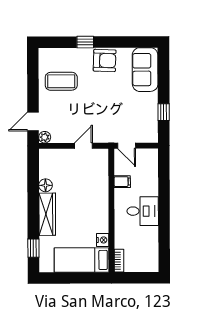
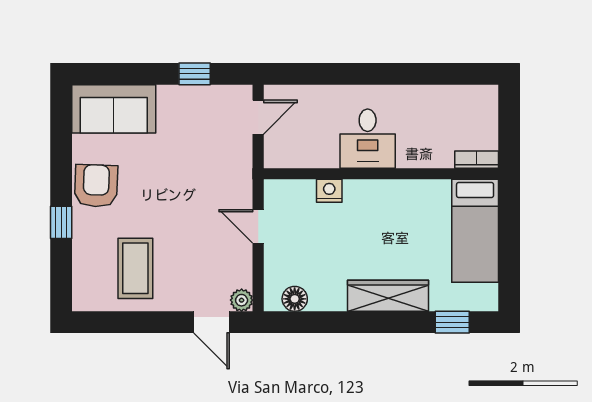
door: (127, 146) -> (258, 117), moved
filing cabinet: (122, 182) -> (326, 153), removed
floor lamp: (45, 185) -> (295, 299), moved
desk: (143, 211) -> (368, 139), moved, turned 180
nightstand: (103, 240) -> (329, 191), moved

